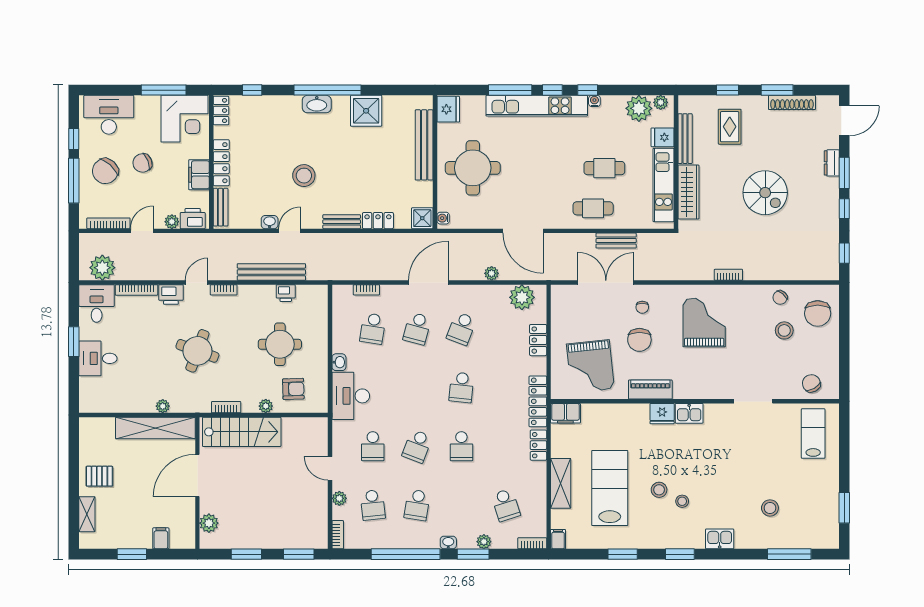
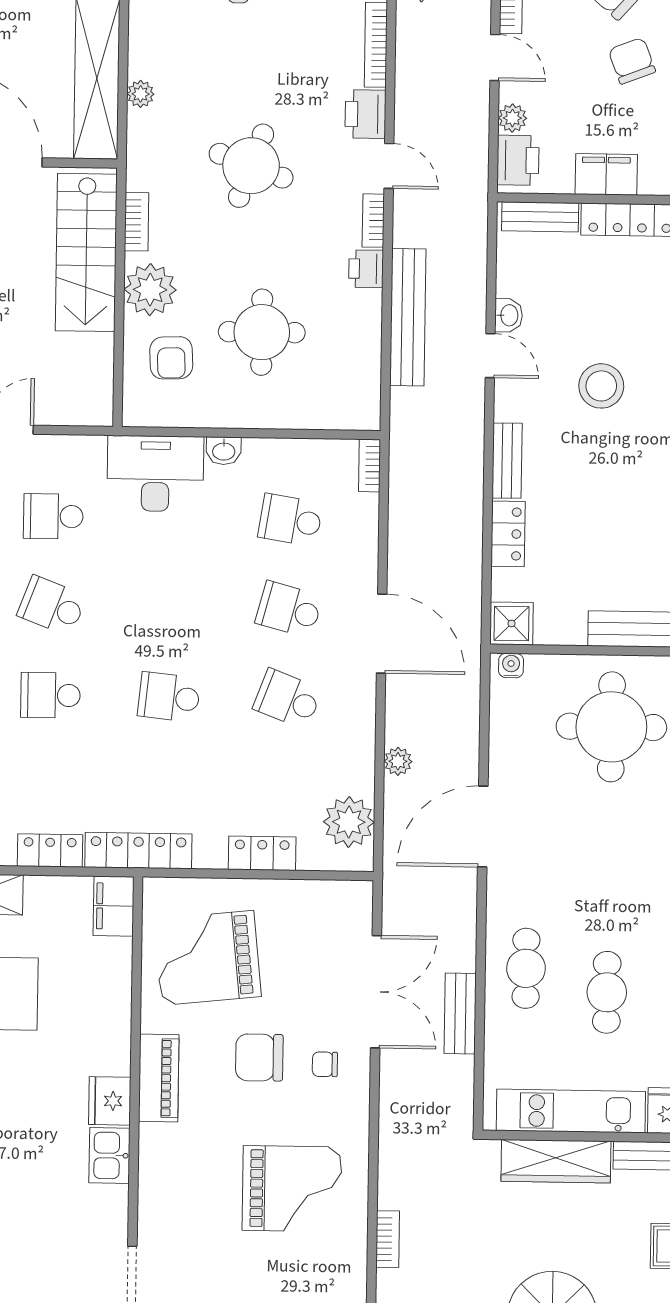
bookcase: (366, 290) -> (370, 466), moved
printer: (286, 293) -> (366, 269), moved
plant: (266, 406) -> (150, 290), width x1.87, depth x1.87

